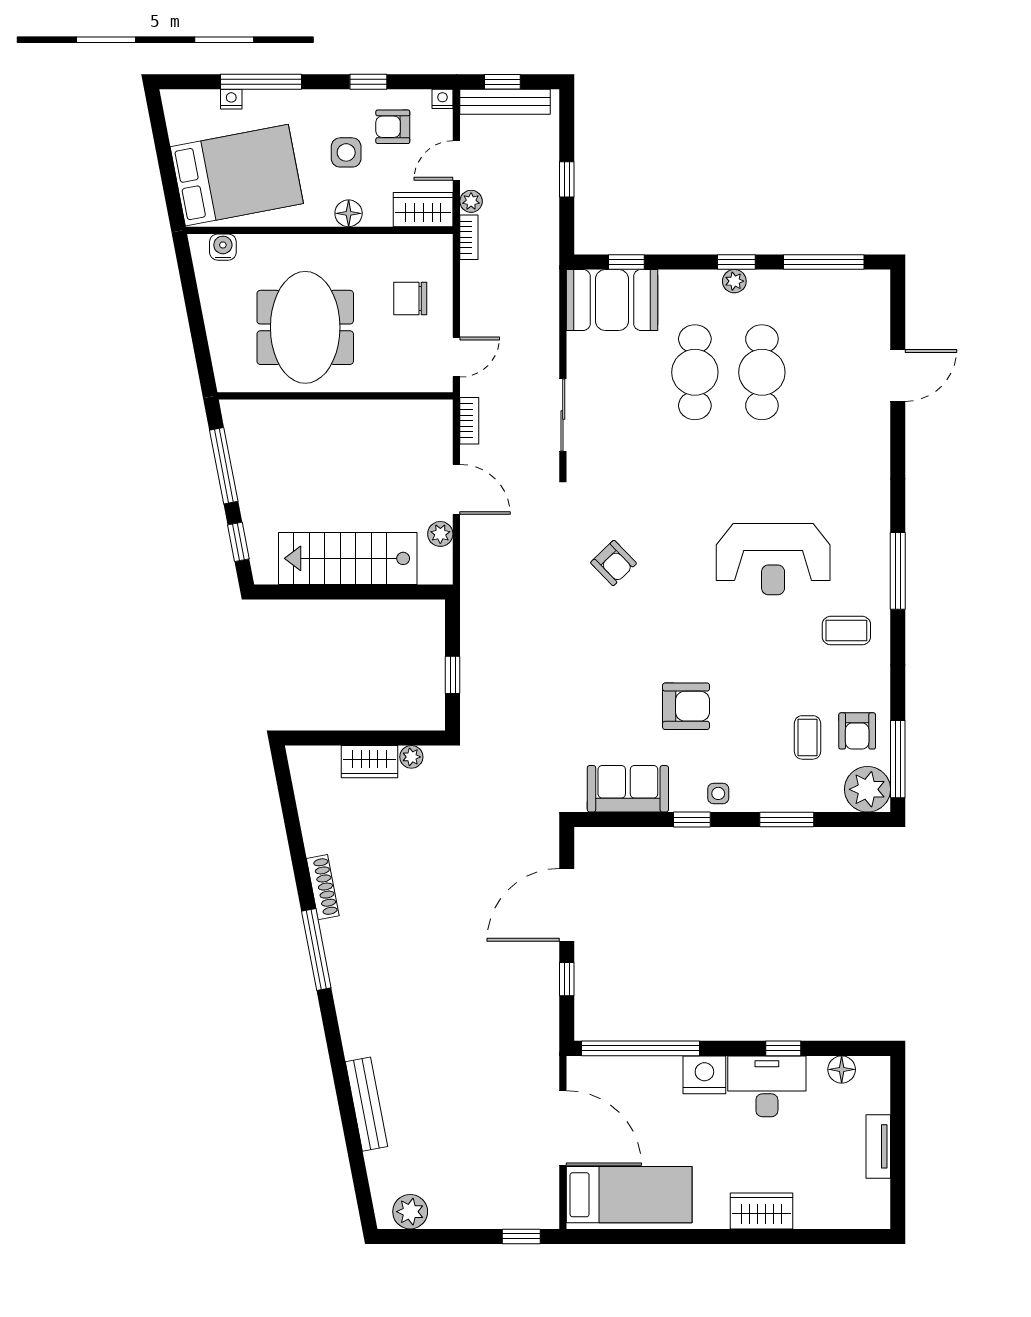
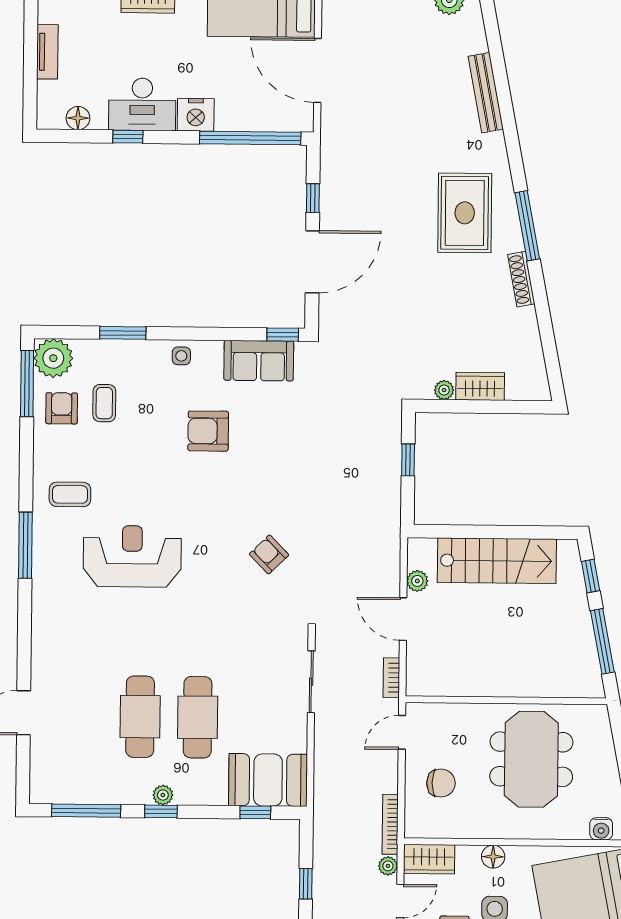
bookcase: (469, 237) -> (390, 824), width x1.56
window: (692, 820) -> (283, 335), moved
rug: (390, 964) -> (465, 213), added

